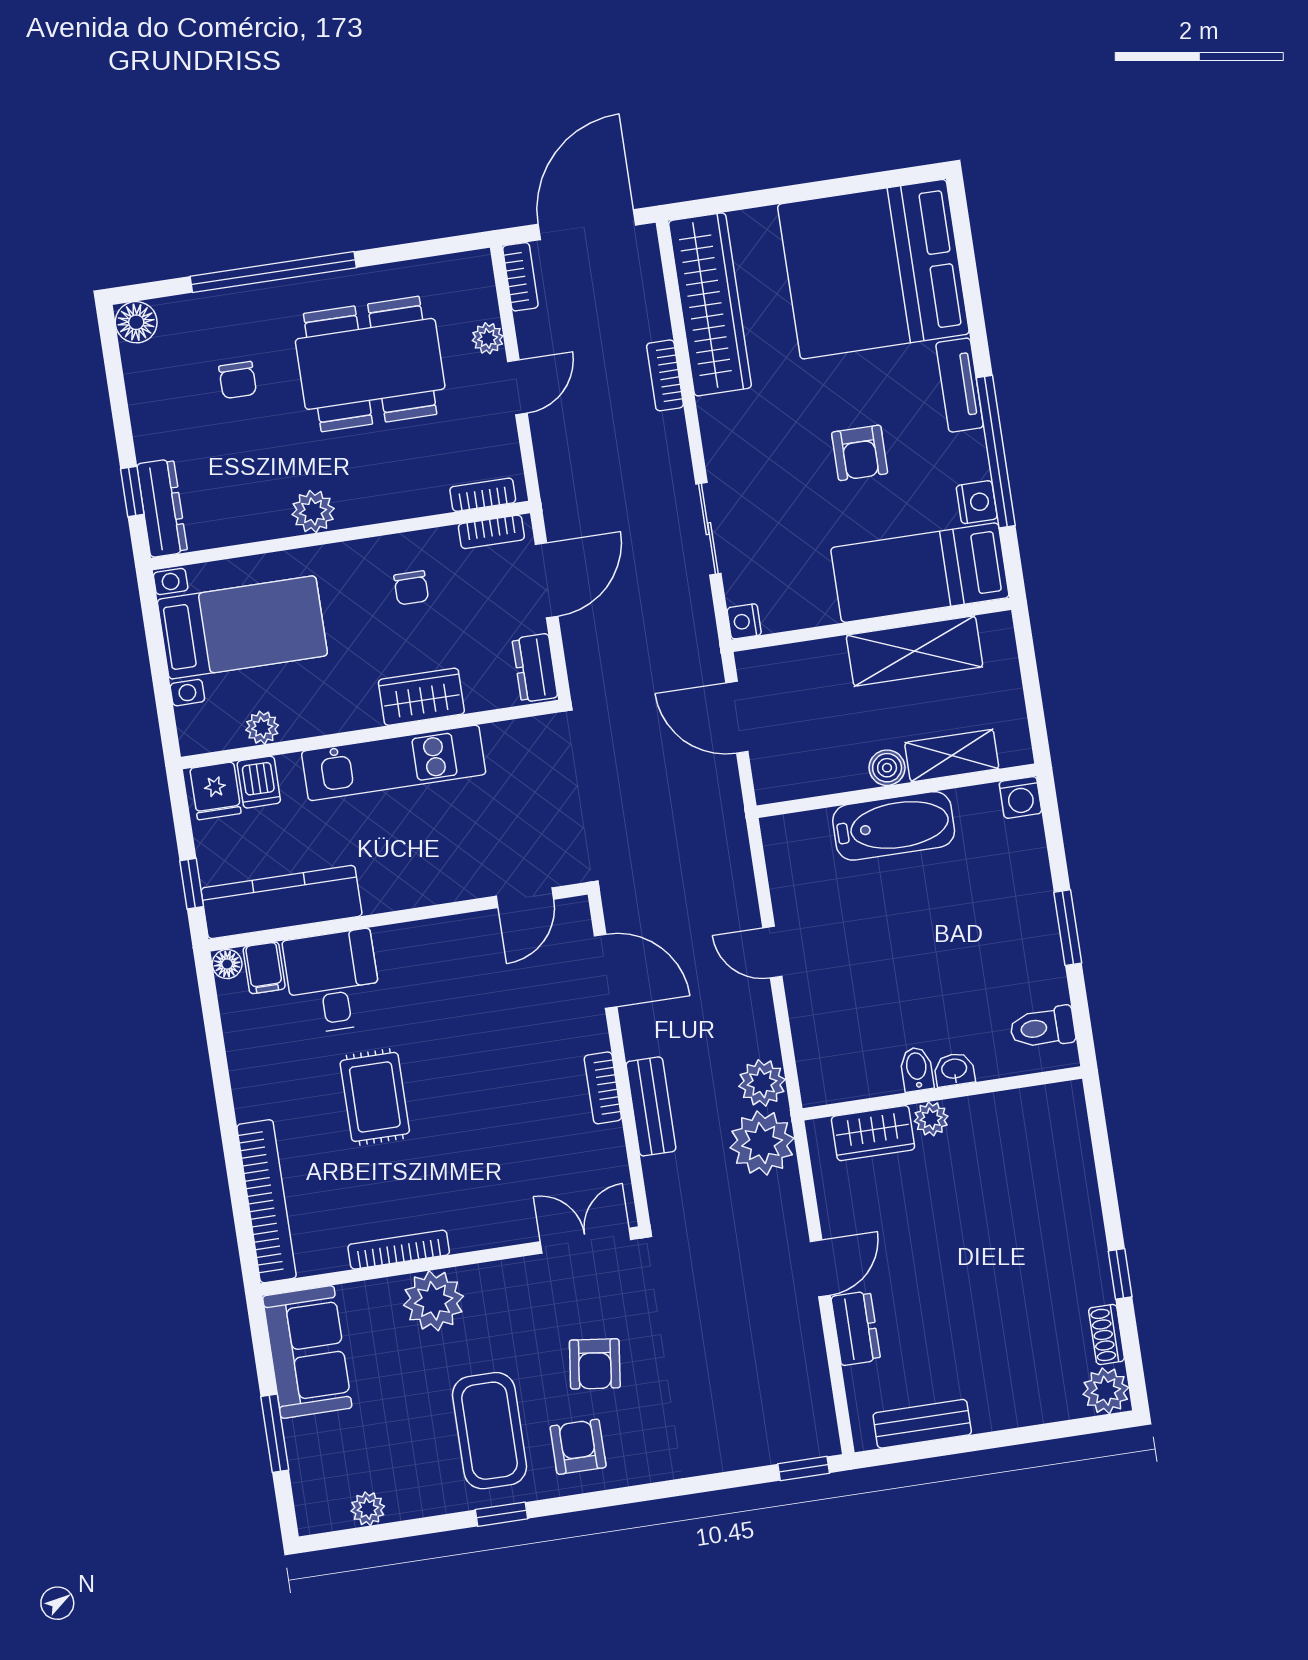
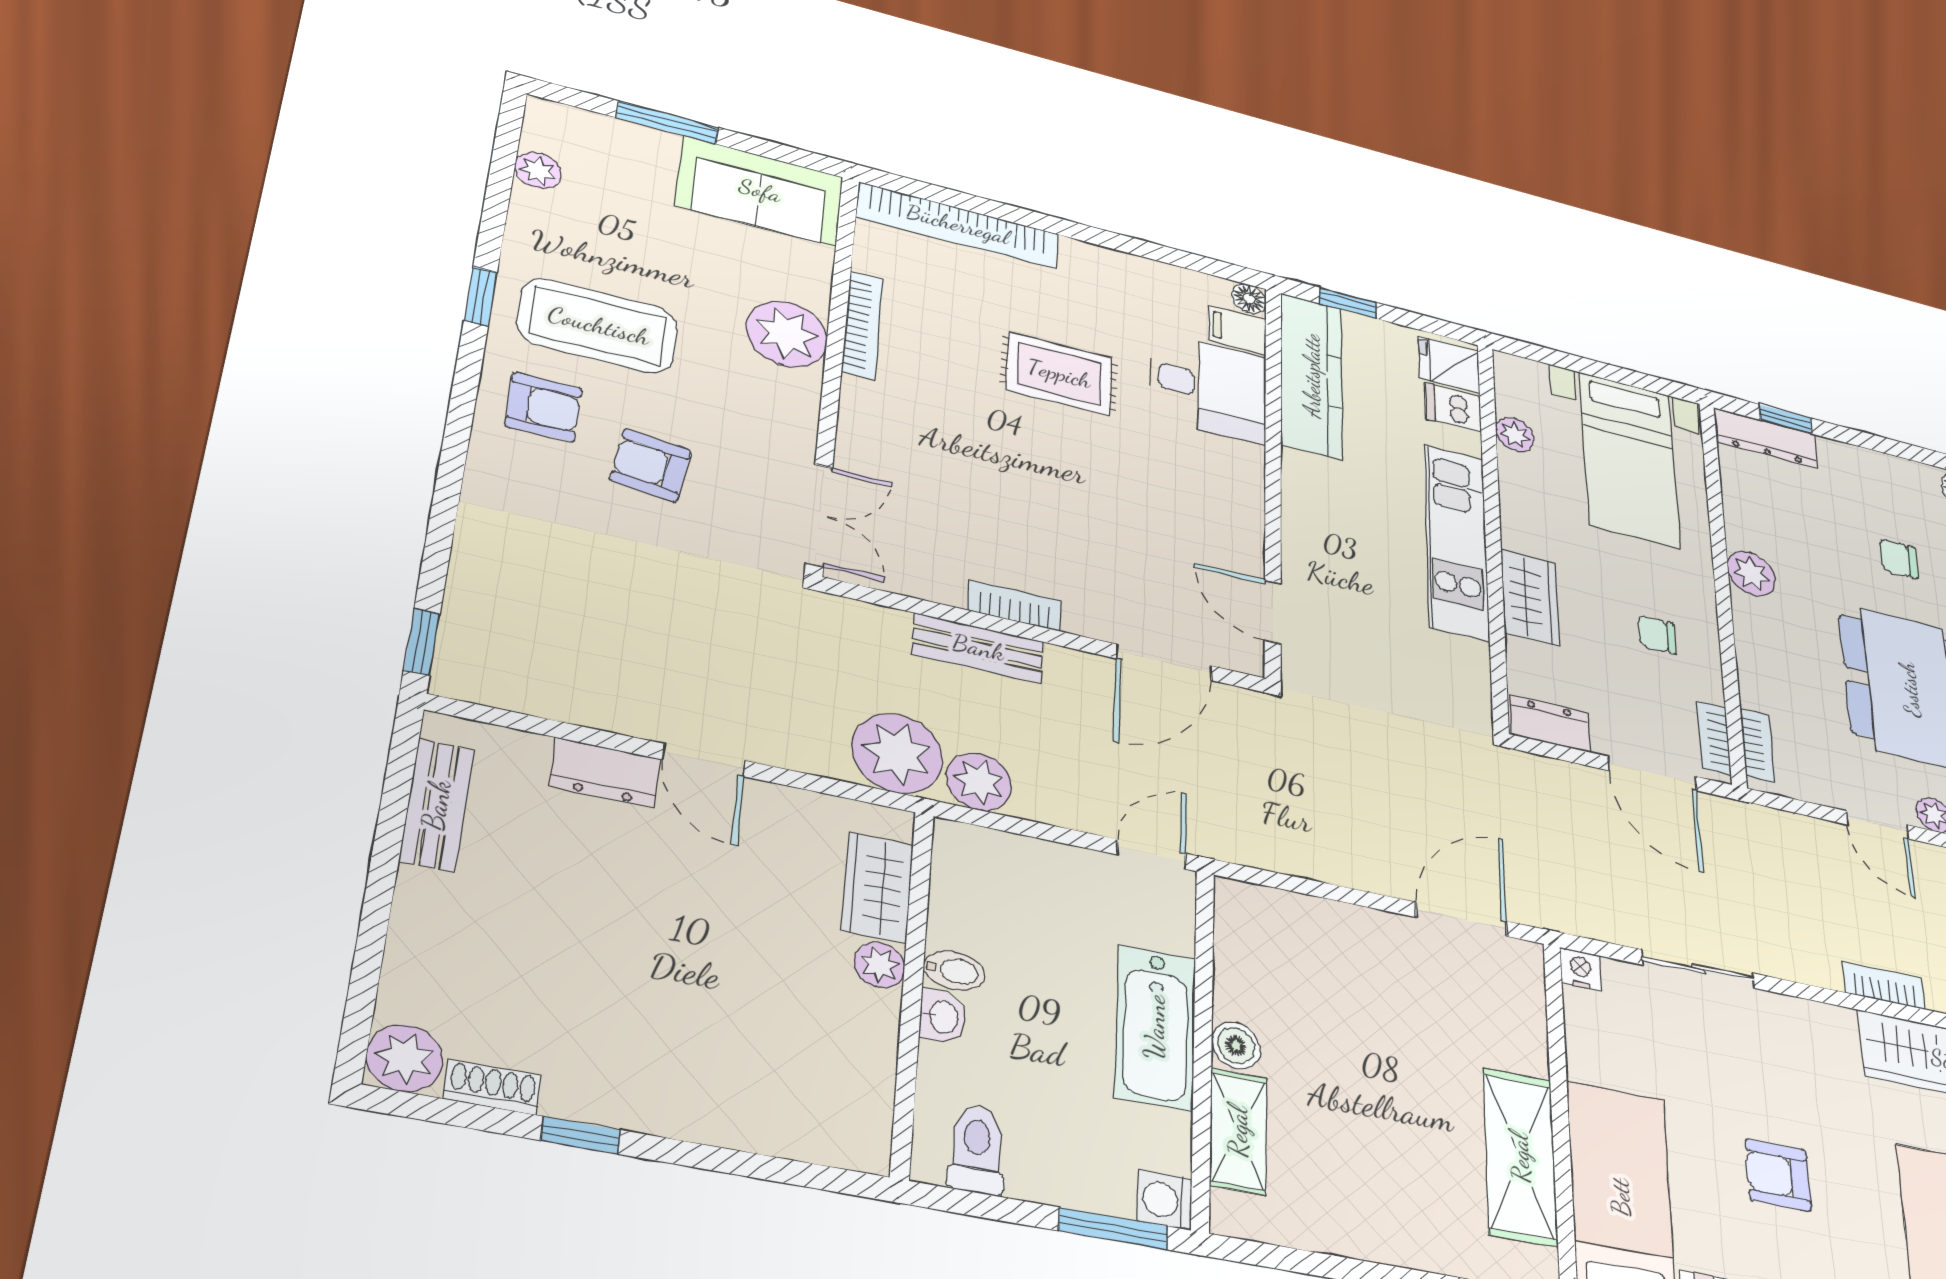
shelving: (952, 756) -> (1238, 1131), moved
boiler: (887, 768) -> (1236, 1046), moved
wall: (896, 791) -> (1203, 1047), moved
washing machine: (1020, 797) -> (1164, 1200), moved
bathtub: (894, 826) -> (1155, 1027), moved

